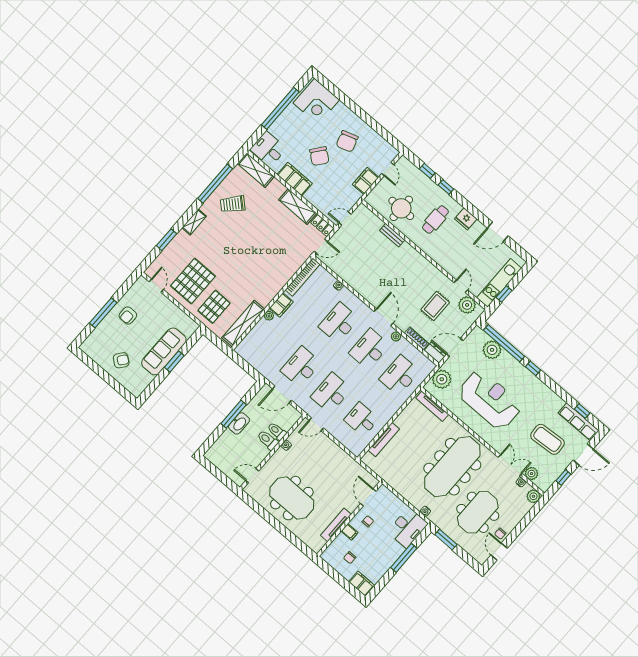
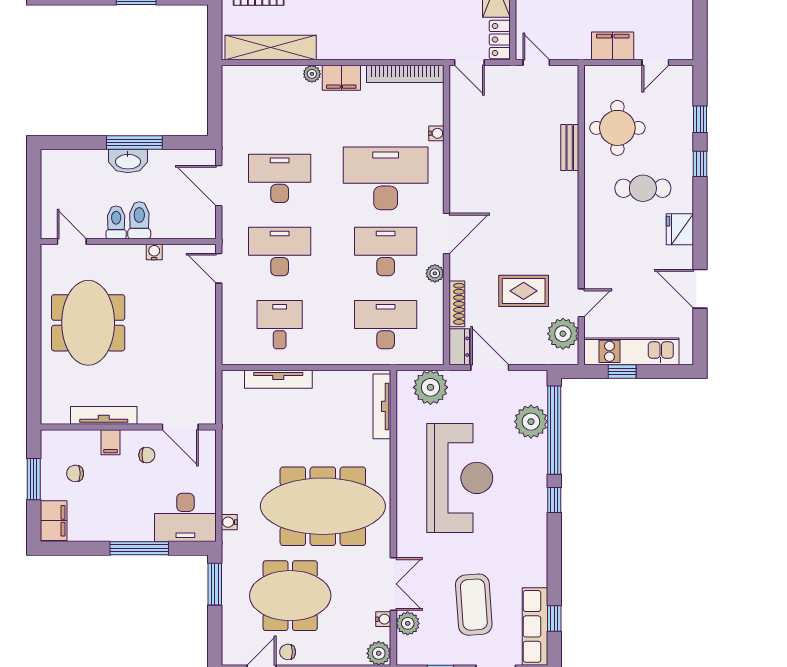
desk: (339, 323) -> (386, 178), width x1.36, depth x1.30
toilet: (277, 431) -> (116, 222), moved
door: (368, 497) -> (180, 427), swing flipped
window: (337, 577) -> (34, 479), added

